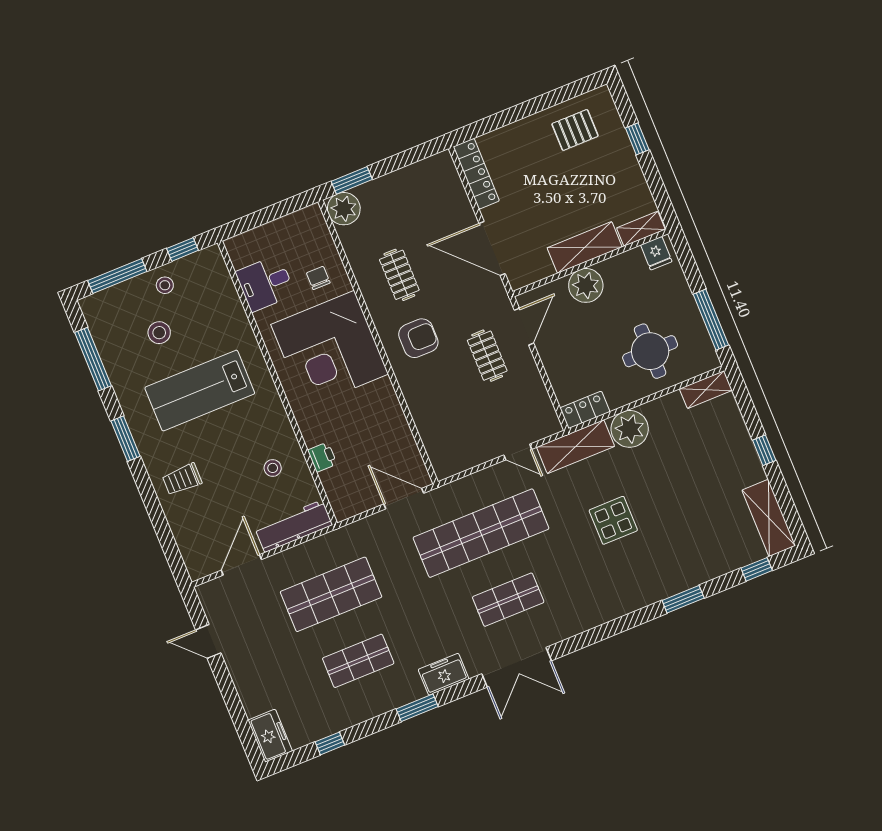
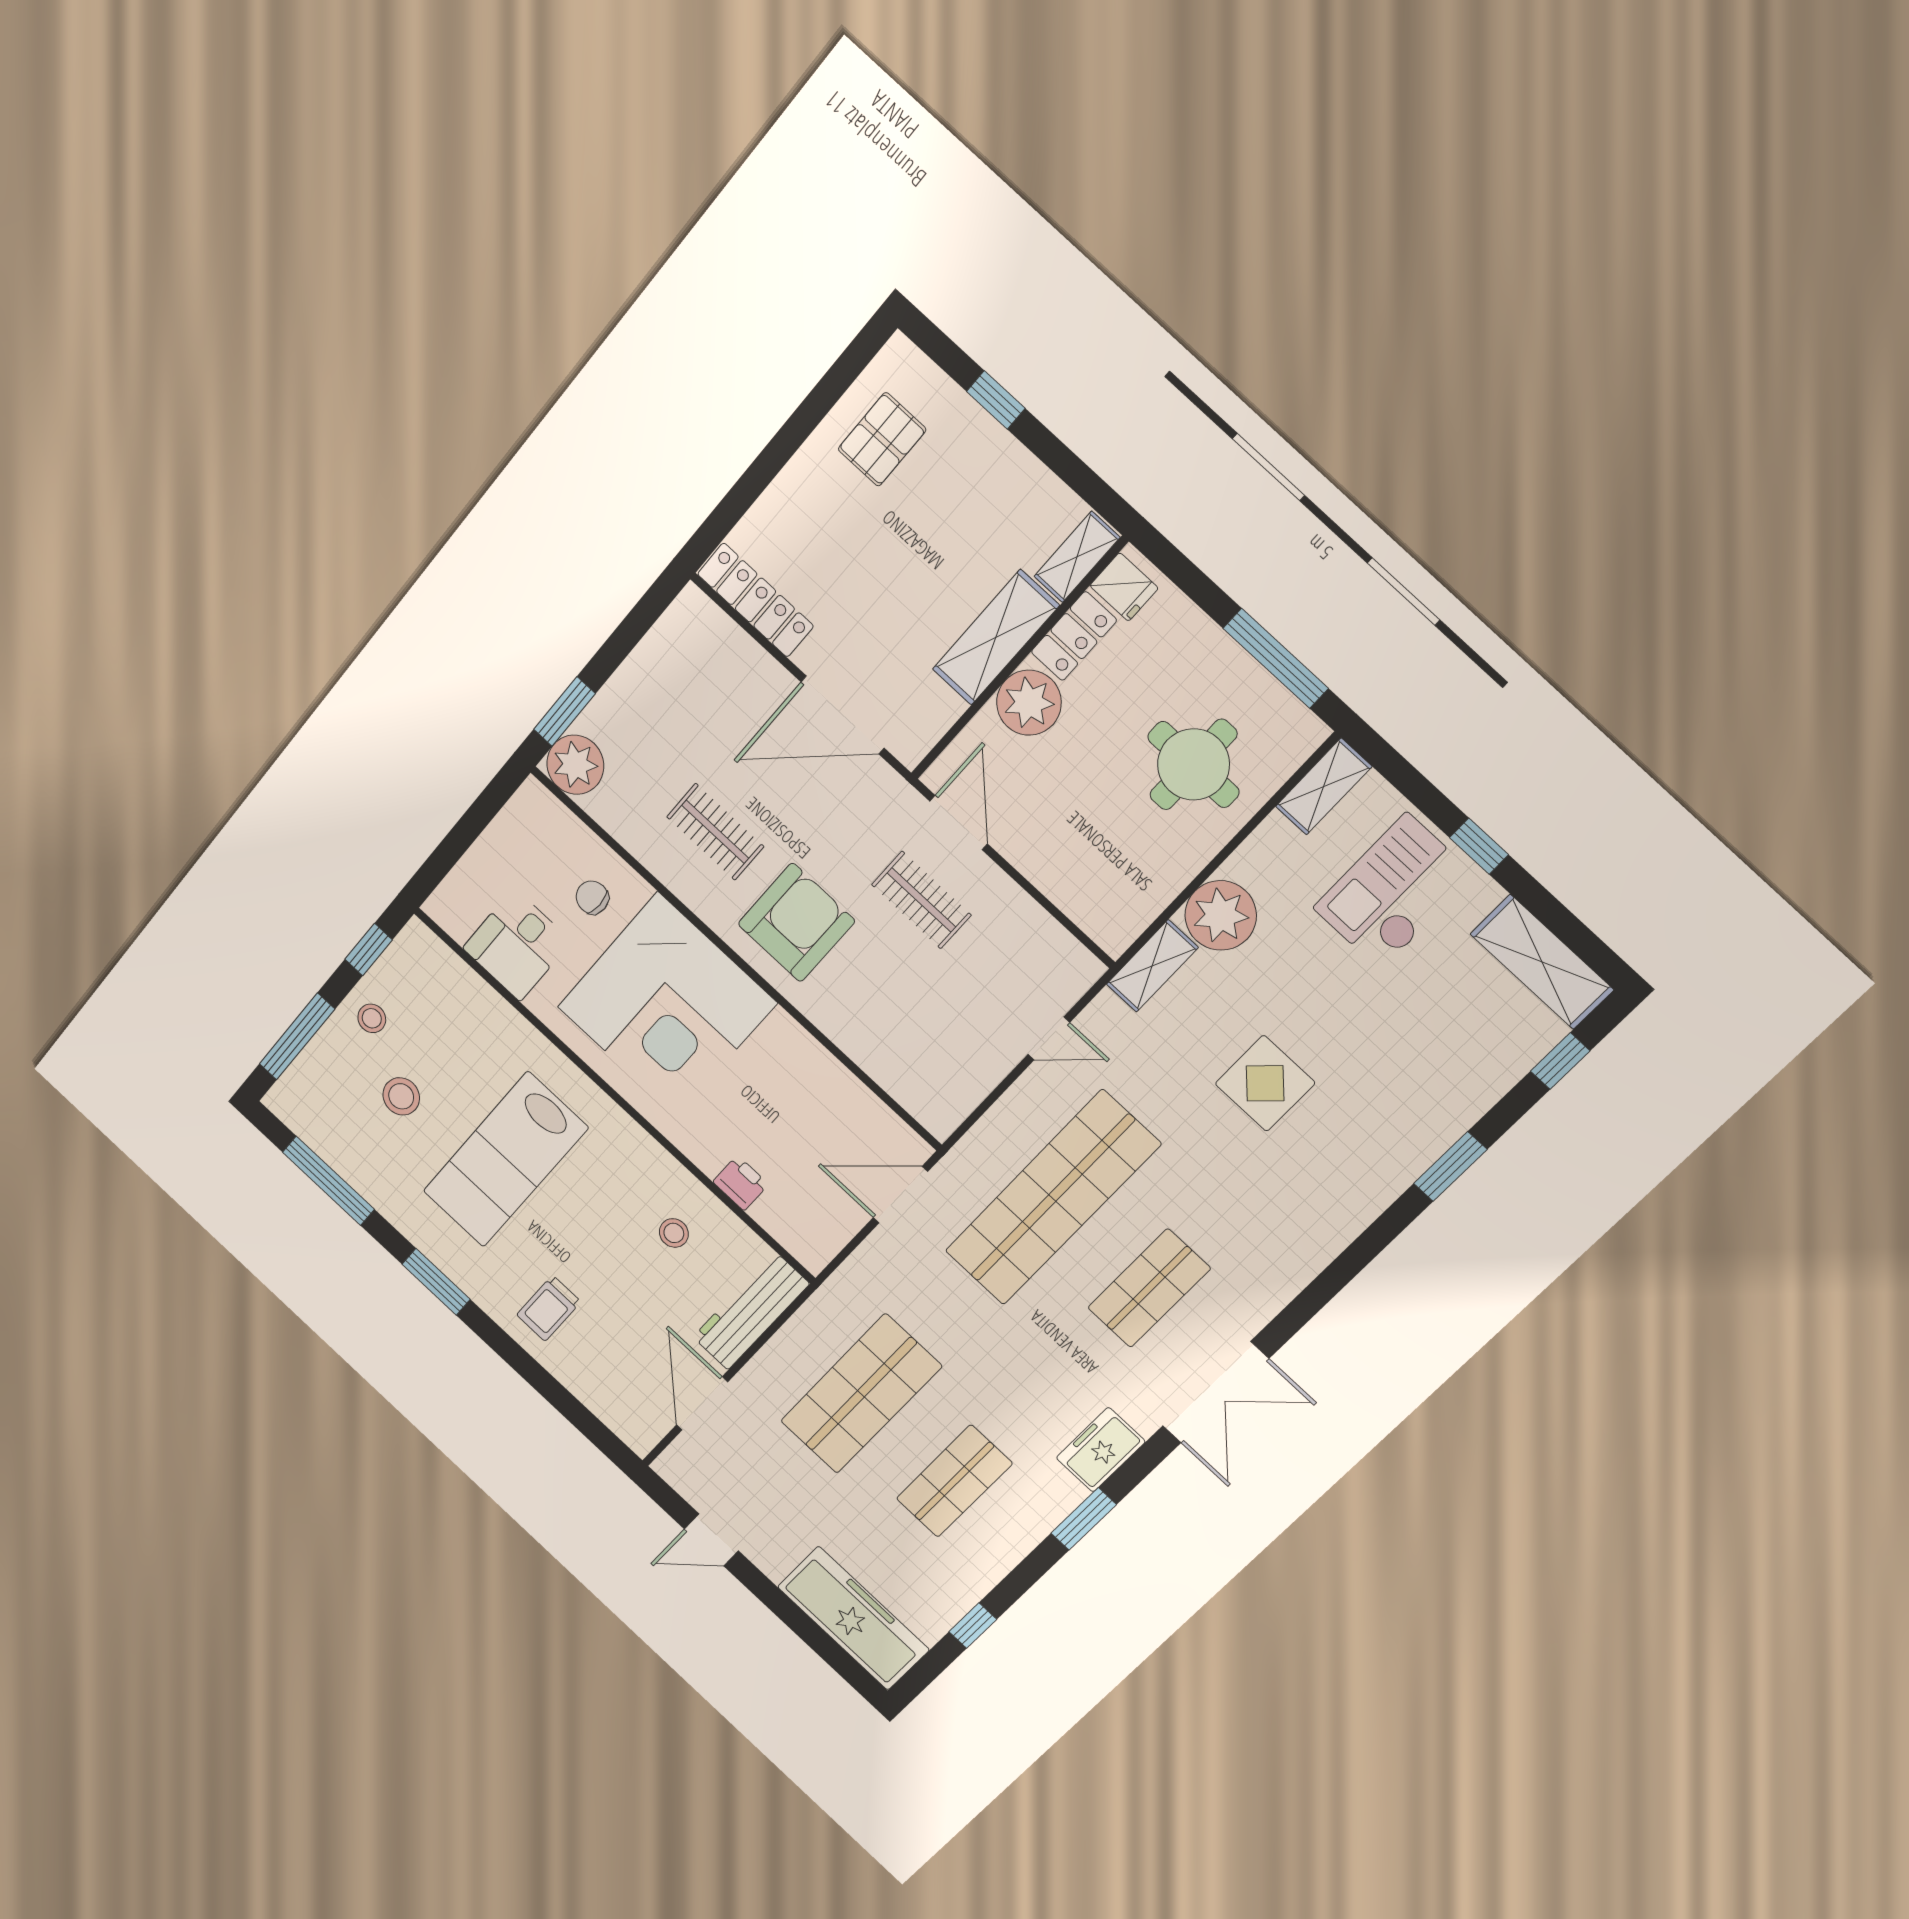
armchair: (418, 338) -> (796, 923), width x1.36, depth x1.36
locker: (585, 410) -> (1074, 636), moved, turned 180
shelving: (576, 447) -> (1152, 966), width x0.67, depth x0.75
checkout: (716, 454) -> (1394, 892), added
freezer: (270, 736) -> (853, 1618), width x1.91, depth x1.26

